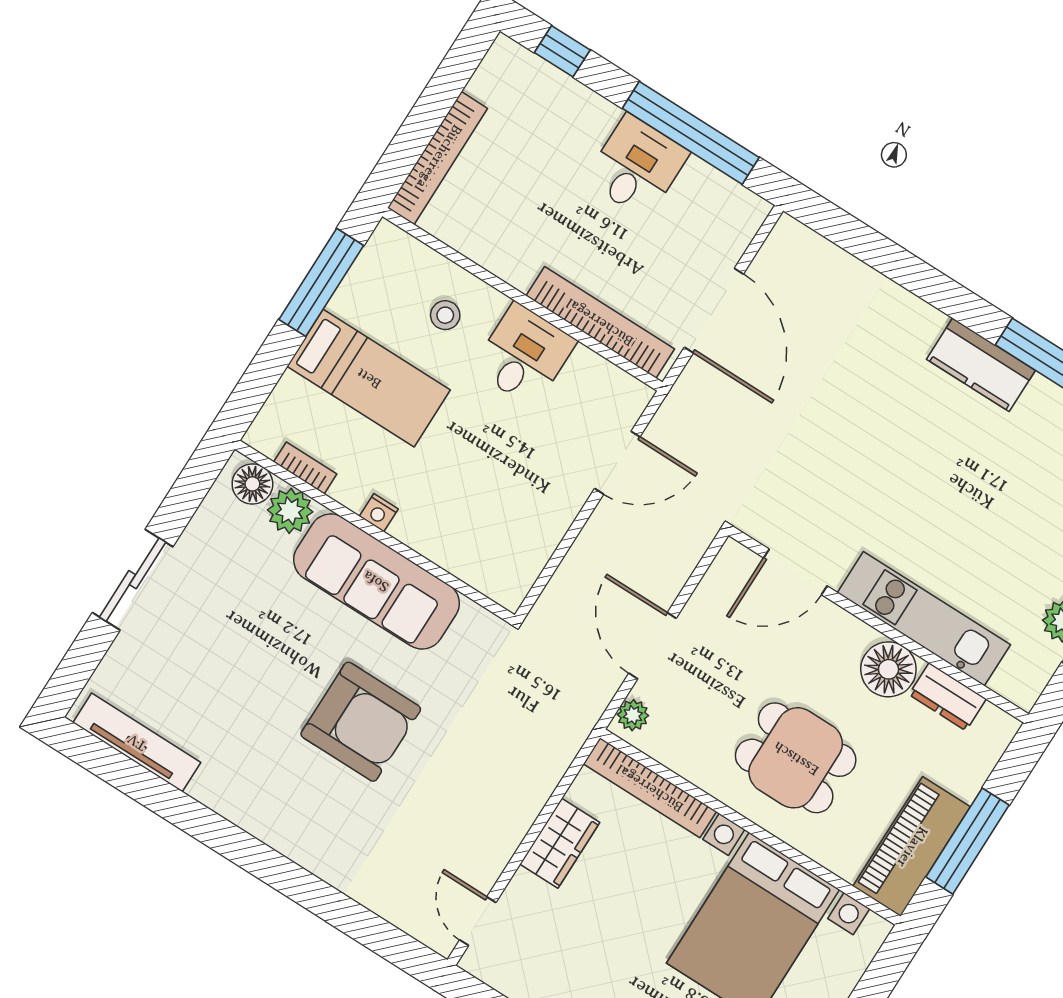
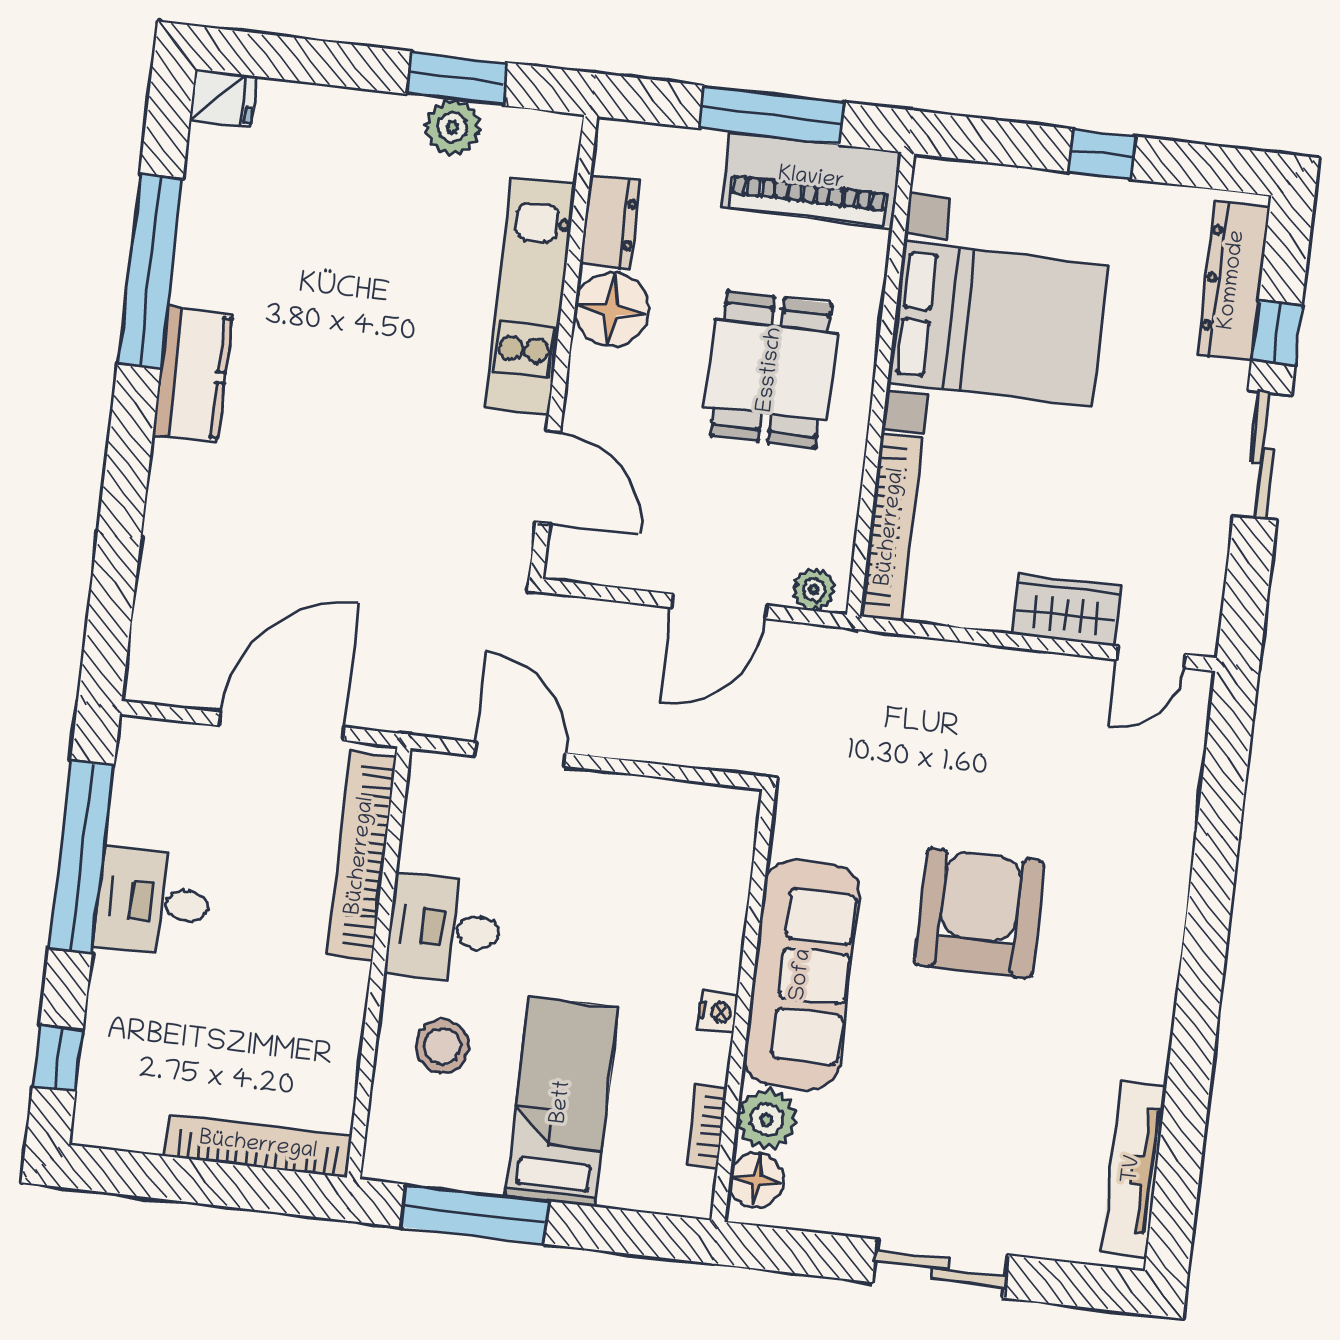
stool: (445, 315) -> (442, 1046), width x1.37, depth x1.37
wardrobe: (560, 843) -> (1066, 610), moved

